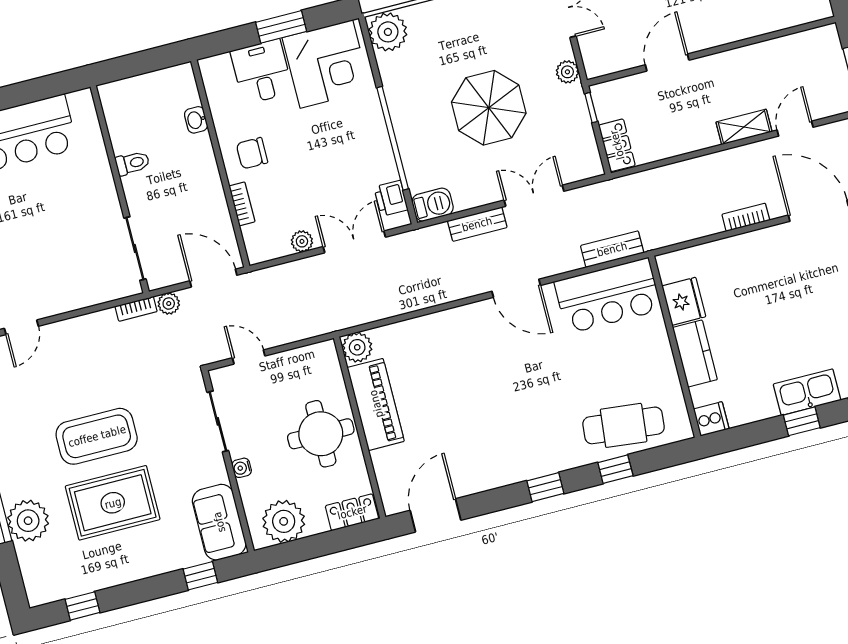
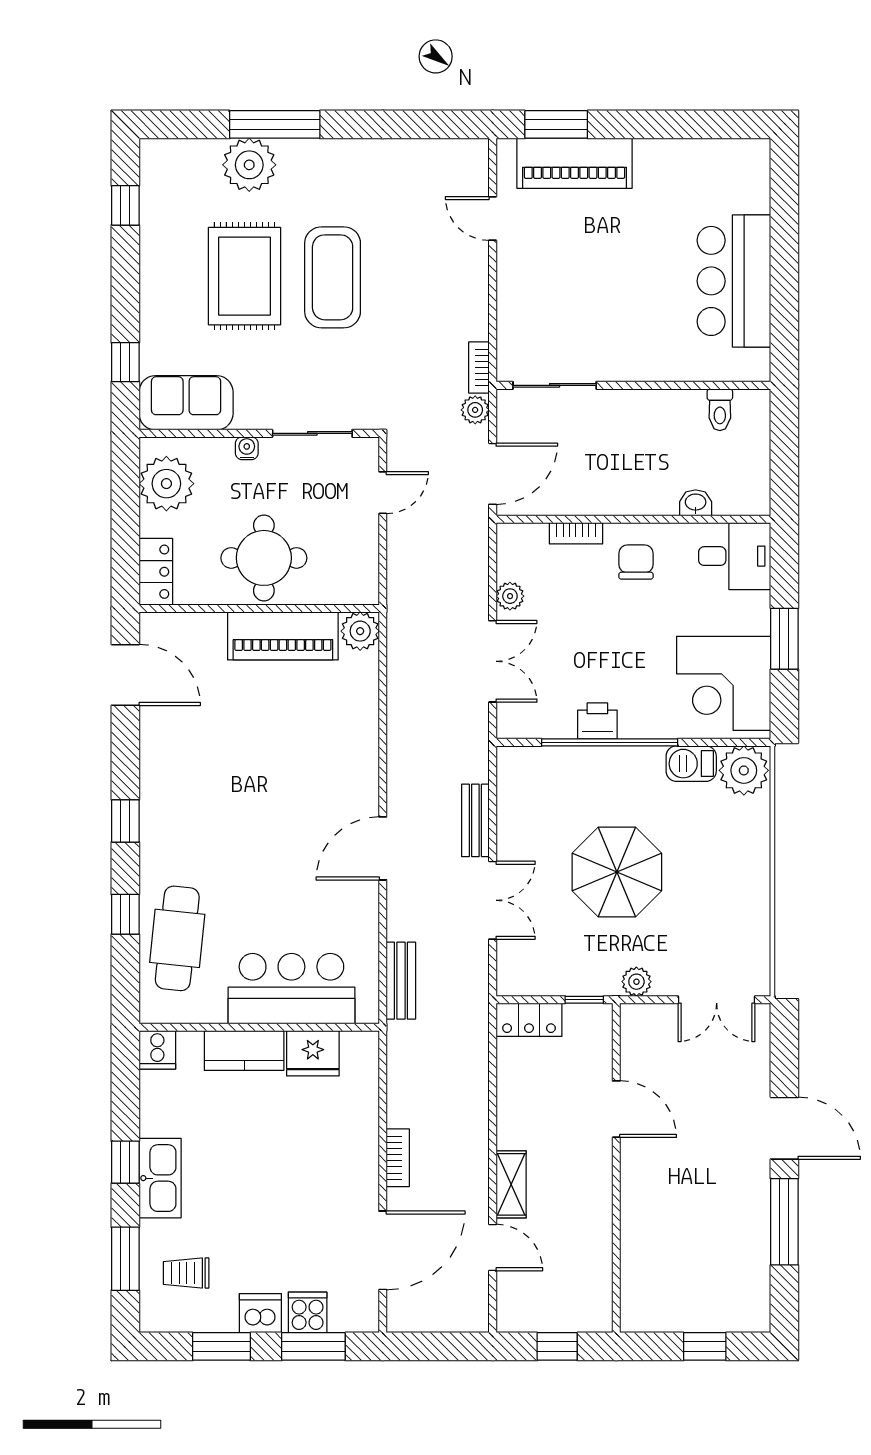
desk: (262, 72) -> (735, 556), moved
toilet: (132, 163) -> (720, 410), moved
printer: (391, 198) -> (597, 721), moved
barbecue: (433, 205) -> (691, 764), moved, turned 90
bar counter: (608, 296) -> (291, 989), moved, turned 90

